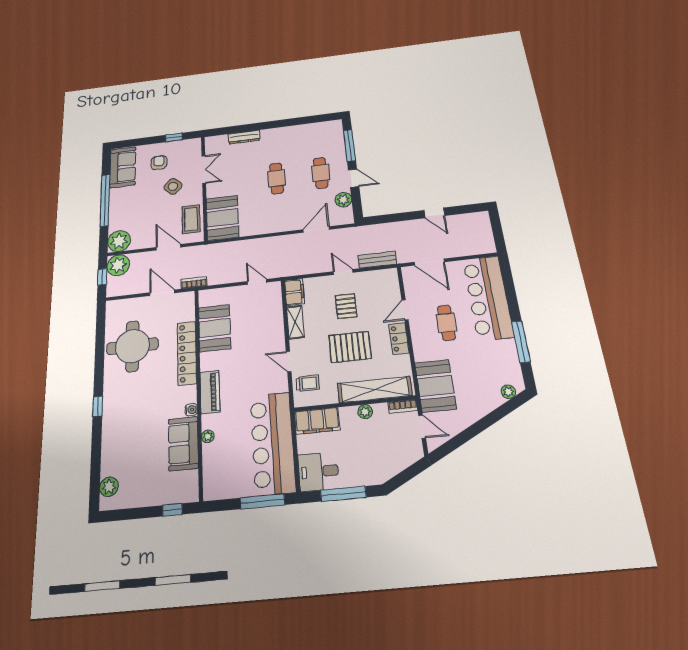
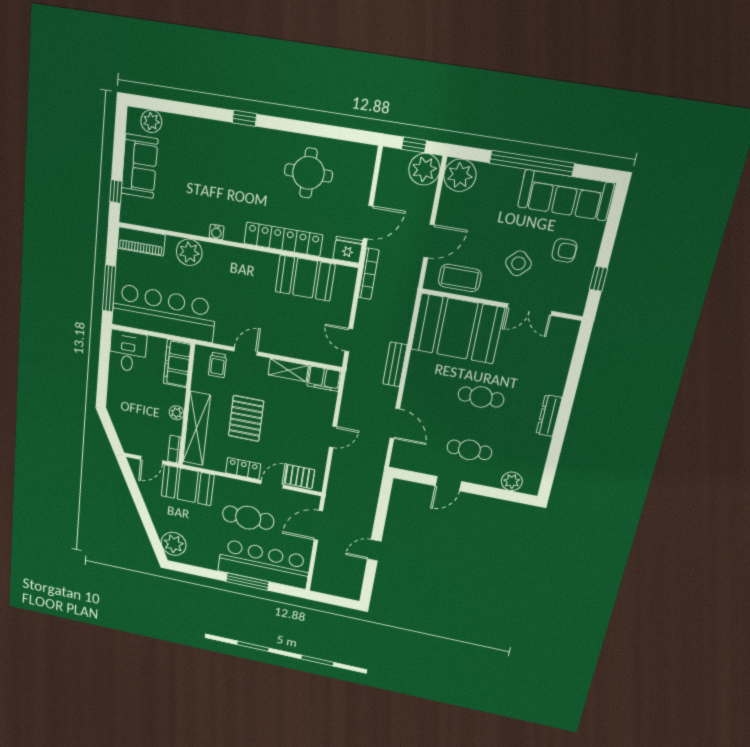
dresser: (244, 137) -> (549, 416), moved
window: (349, 145) -> (496, 493), removed
sofa: (123, 167) -> (566, 195), width x1.36
plant: (343, 200) -> (512, 481), moved
booth: (222, 218) -> (457, 329), width x1.36, depth x1.42
bench: (377, 260) -> (395, 364), moved
door: (257, 282) -> (349, 340), swing flipped
bookcase: (194, 283) -> (368, 274), width x1.56
fridge: (186, 302) -> (348, 250), added
pallet: (346, 306) -> (300, 477), moved
door: (405, 310) -> (272, 484), hinge flipped
cafe table: (446, 323) -> (248, 518), width x1.37, depth x1.35
window: (521, 342) -> (247, 582), moved
round table: (132, 346) -> (308, 173), width x0.73, depth x0.73
piano: (210, 392) -> (141, 242), moved
plant: (508, 392) -> (174, 544), width x1.88, depth x1.88
plant: (208, 436) -> (189, 252), width x1.88, depth x1.88
sofa: (183, 444) -> (139, 166), moved, turned 90
window: (343, 494) -> (103, 369), removed

